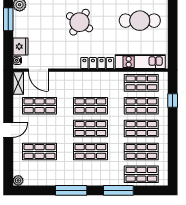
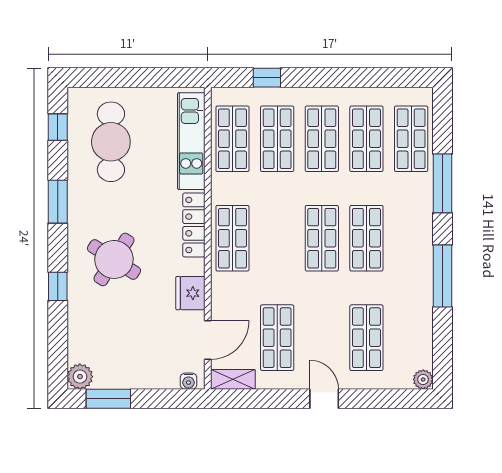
fridge: (20, 47) -> (190, 293), moved, turned -90
shop shelf: (90, 106) -> (232, 238), moved

